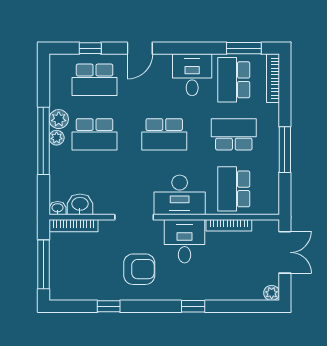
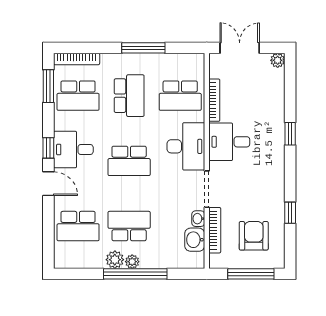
window: (90, 48) -> (48, 148), moved
desk: (192, 75) -> (73, 150), moved
school desk: (95, 80) -> (78, 226), turned 90
school desk: (95, 134) -> (129, 226), turned -90
school desk: (164, 134) -> (129, 161), turned 90
school desk: (234, 134) -> (129, 96), turned 180
washbasin: (58, 208) -> (198, 219), moved
bookcase: (73, 226) -> (215, 230), moved
armchair: (139, 269) -> (254, 236), moved

